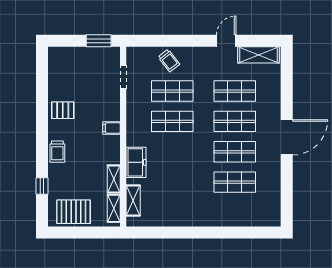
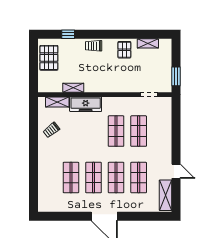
trolley: (169, 61) -> (51, 130), moved
filing cabinet: (112, 128) -> (111, 86), removed
freezer: (136, 162) -> (86, 104), width x1.40
shelving: (114, 208) -> (148, 43), moved

